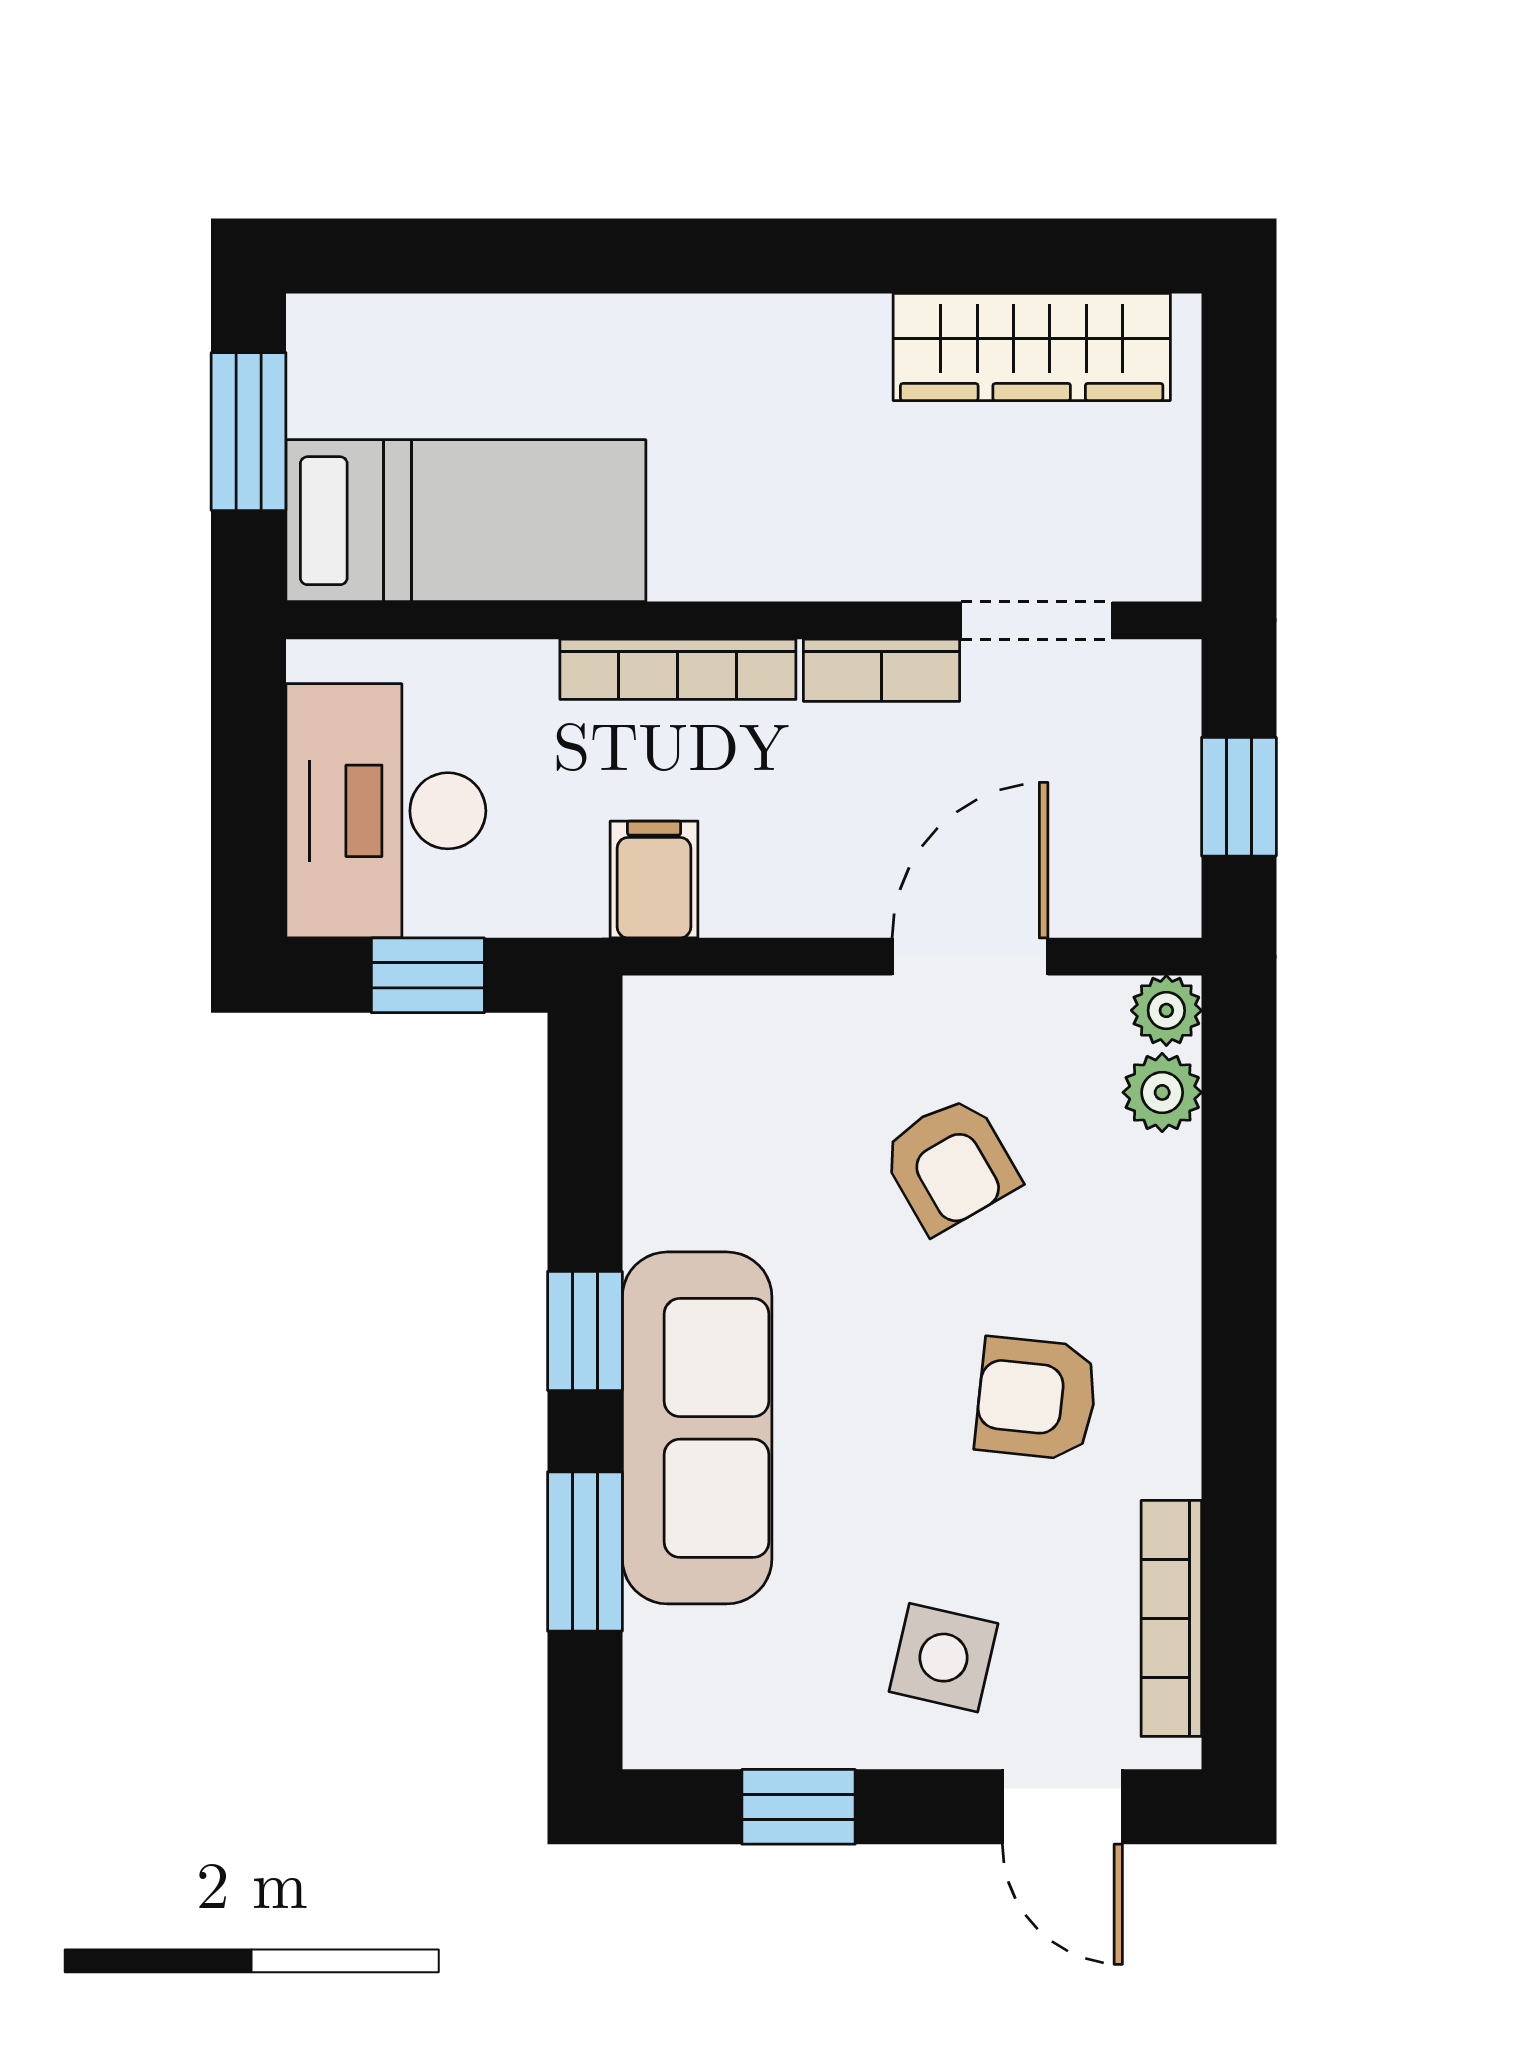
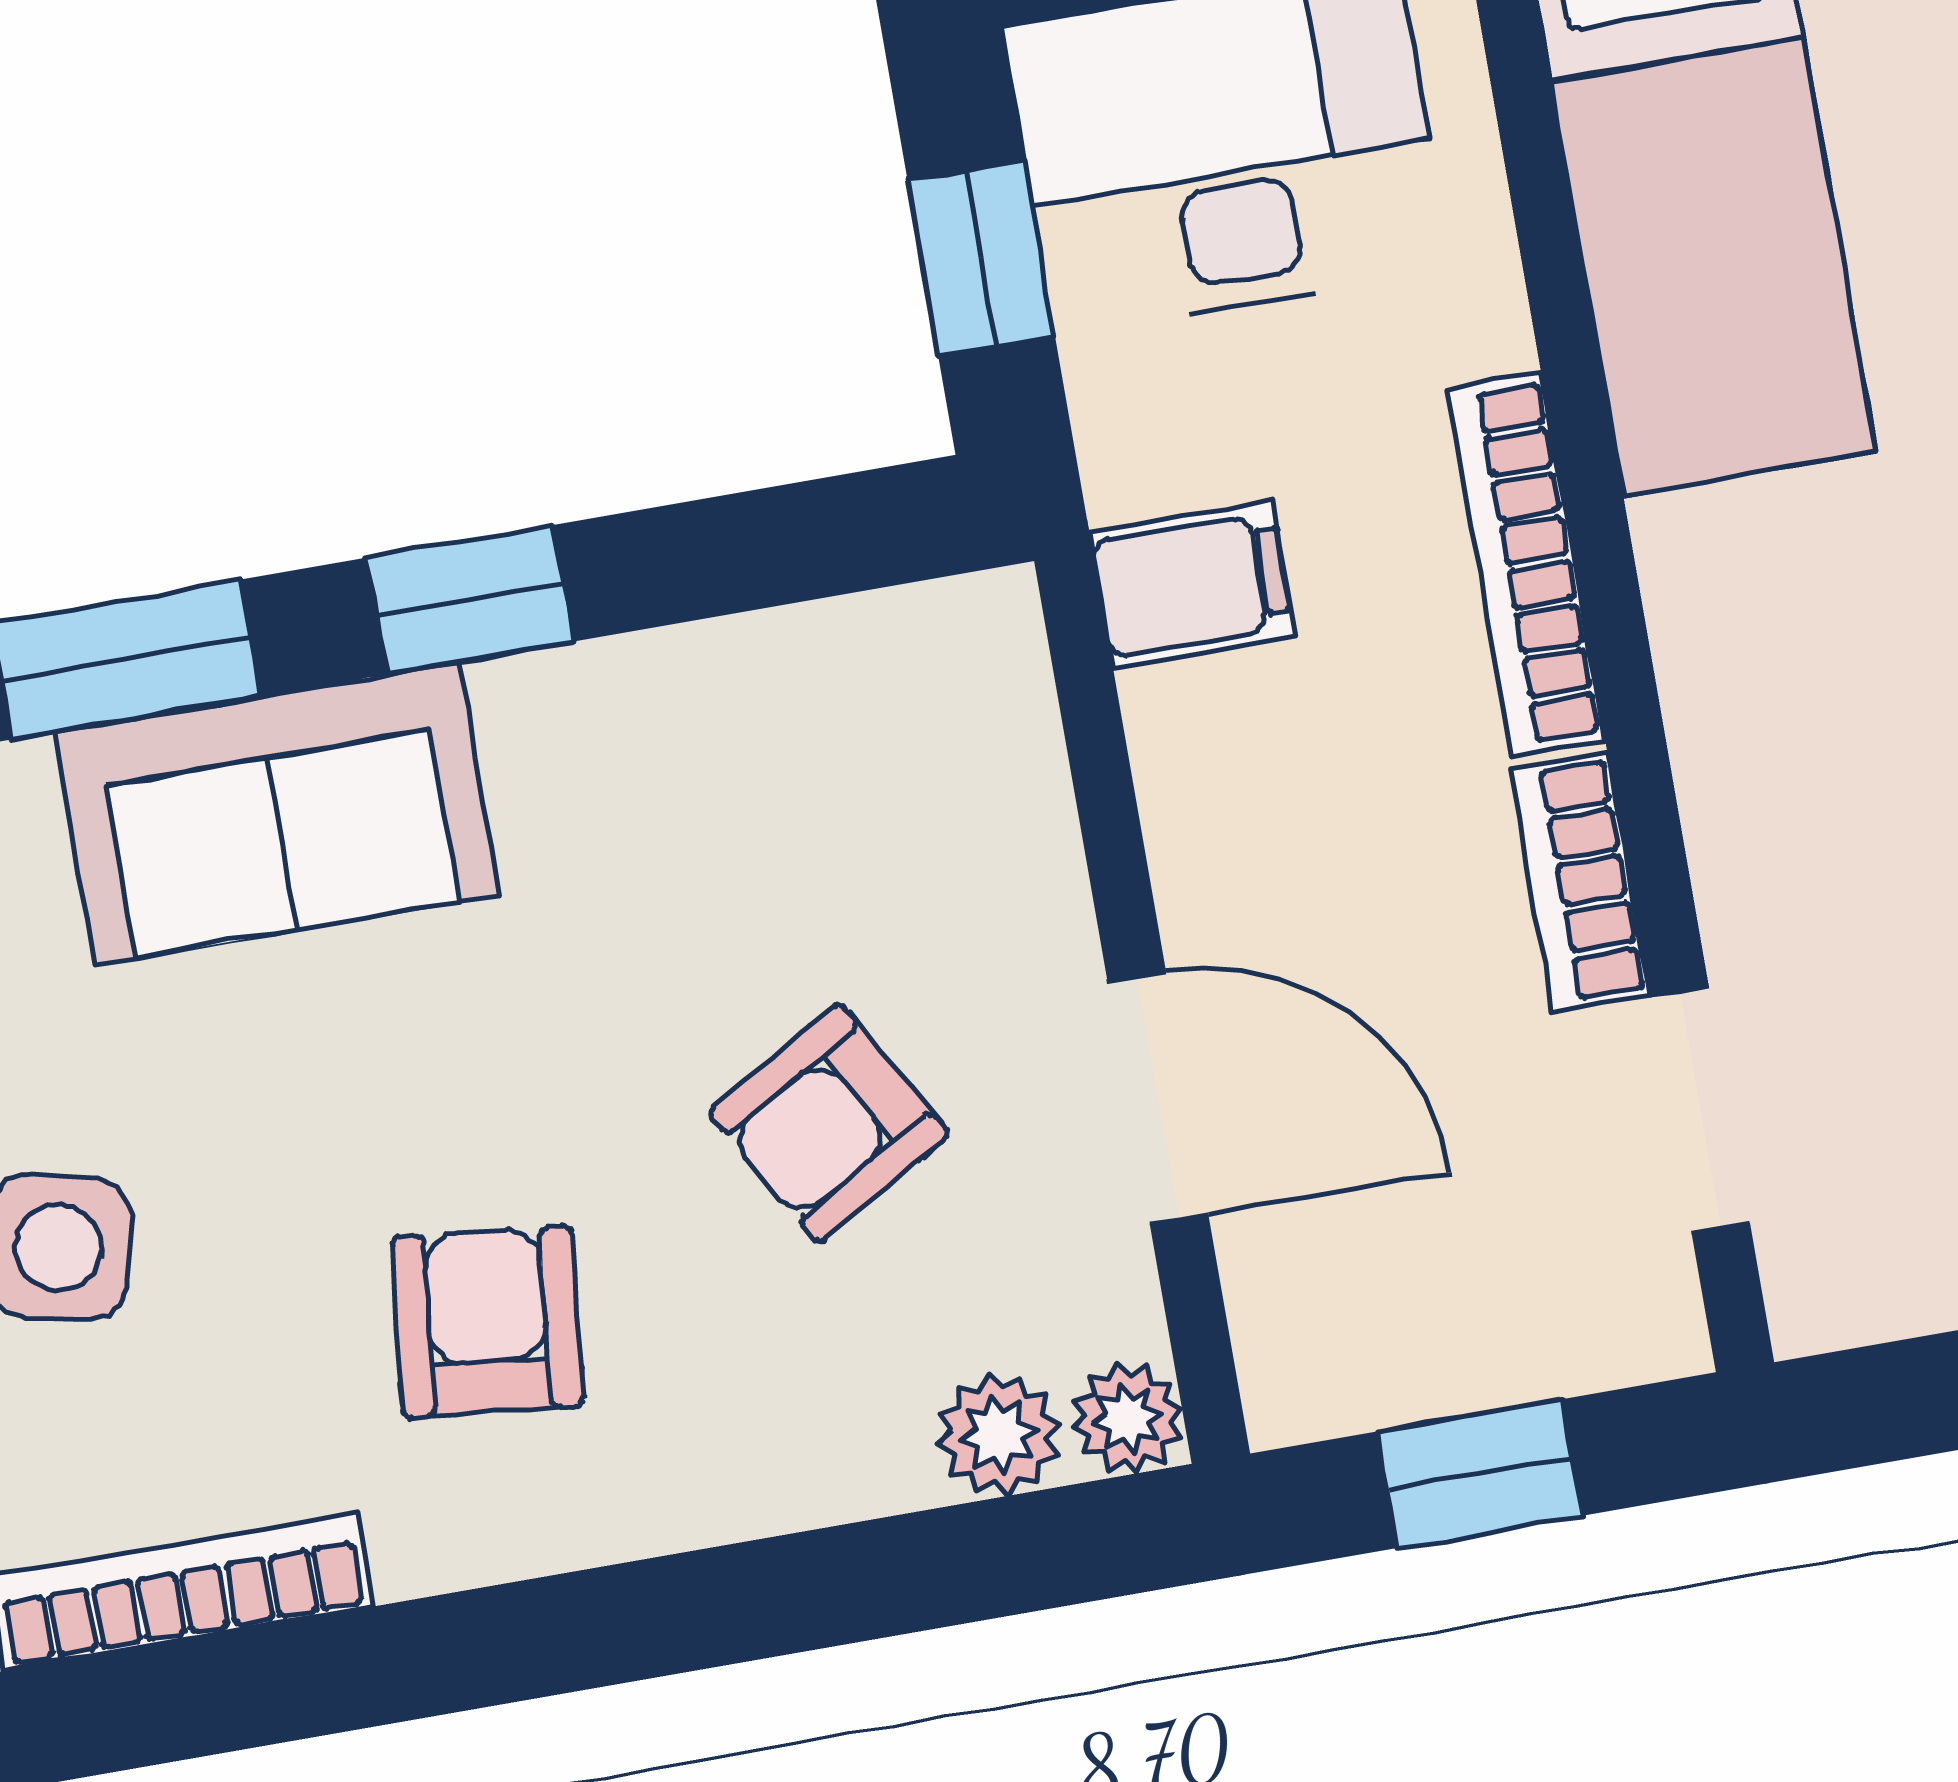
sofa: (697, 1428) -> (277, 813), width x0.73

